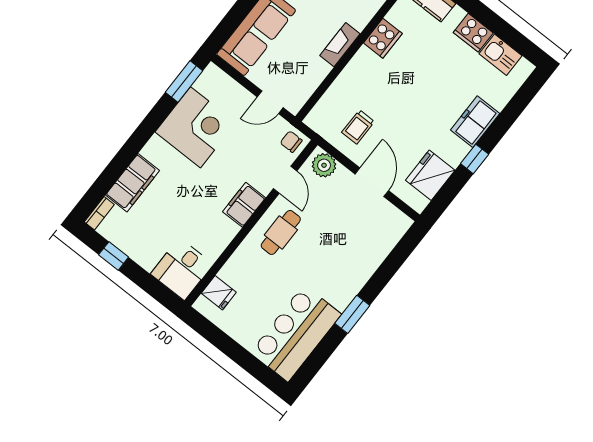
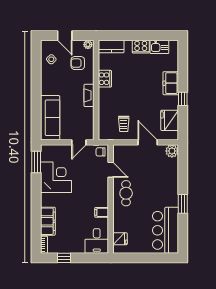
plant: (324, 165) -> (172, 151), moved
filing cabinet: (244, 205) -> (102, 212), moved, width x0.50

